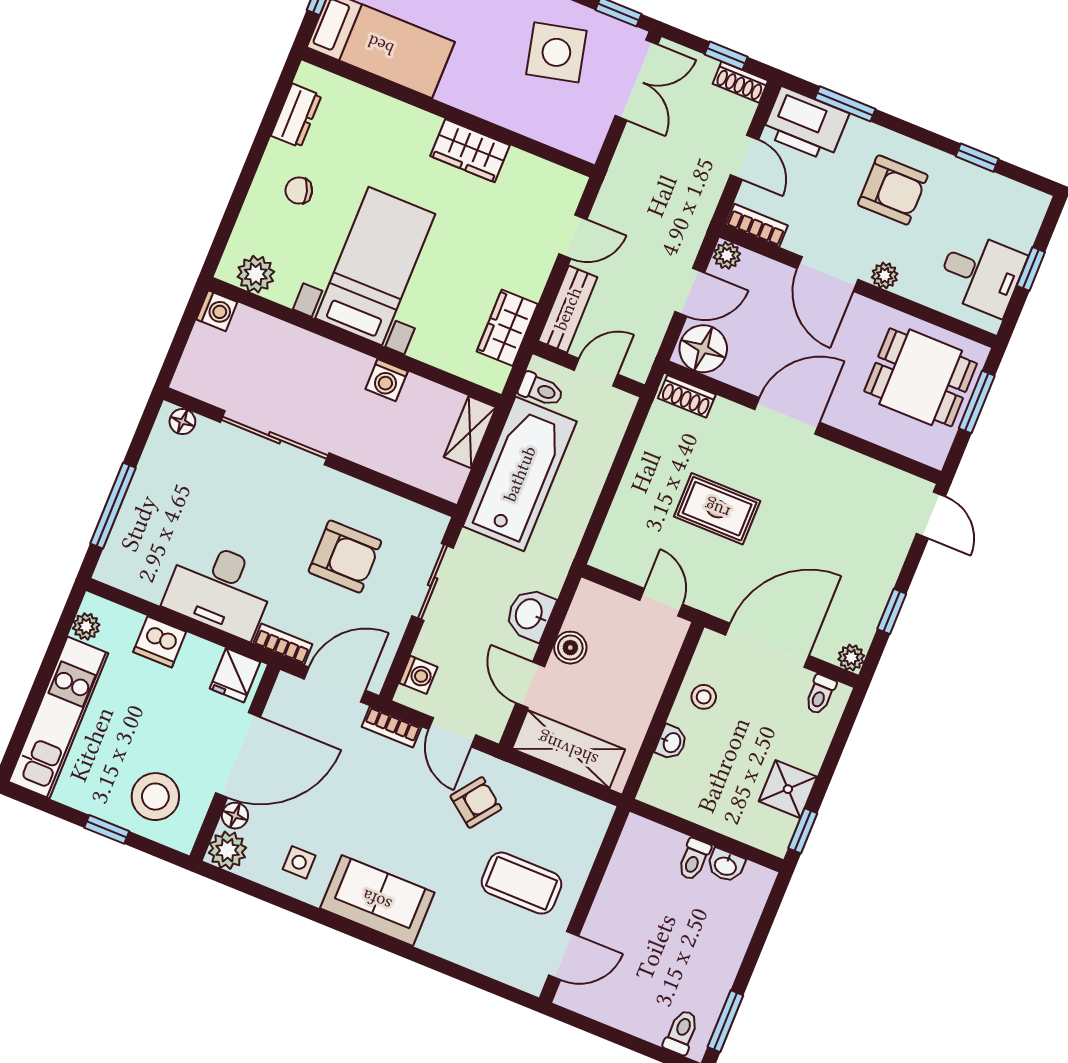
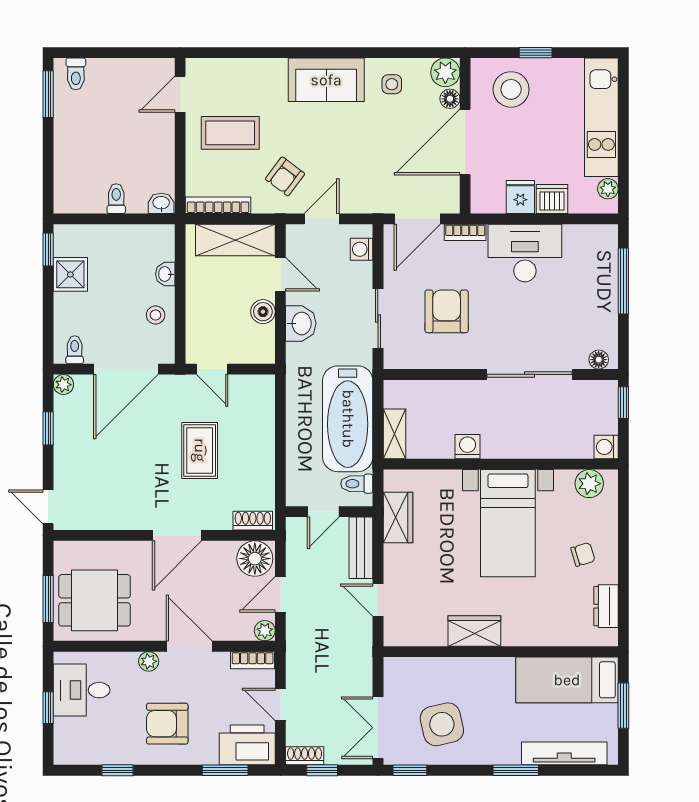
door: (573, 237) -> (378, 600), hinge flipped
window: (174, 356) -> (623, 403), added
rug: (717, 509) -> (200, 450), turned 90
armchair: (345, 557) -> (447, 311), turned 90
fridge: (235, 675) -> (520, 197), moved
bookcase: (391, 727) -> (218, 205), moved, width x1.56
door: (452, 732) -> (322, 219), hinge flipped
washbasin: (726, 865) -> (161, 203), moved

